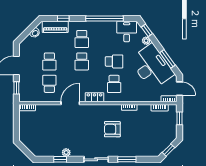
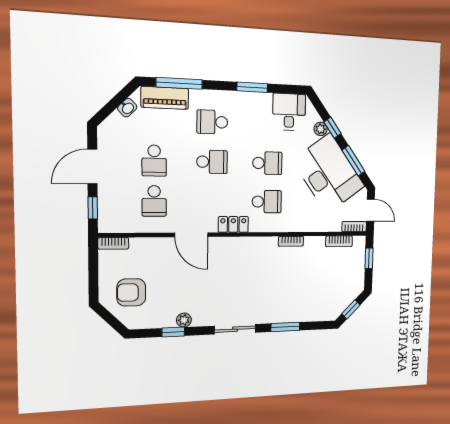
window: (63, 18) -> (179, 83), width x2.17
window: (105, 18) -> (252, 87), width x0.47
window: (147, 30) -> (332, 128), moved
school desk: (82, 39) -> (212, 122), turned 90
school desk: (82, 61) -> (212, 162), turned -90
school desk: (49, 84) -> (154, 201), turned 180
school desk: (114, 84) -> (267, 202), turned -90
door: (70, 103) -> (191, 235), swing flipped
armchair: (112, 129) -> (131, 292), moved

